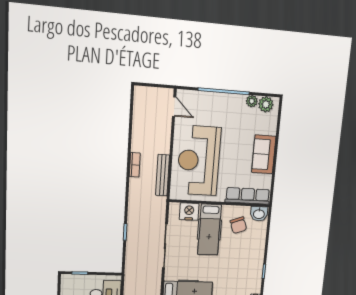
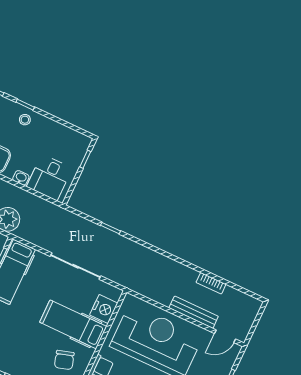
bookcase: (135, 165) -> (211, 283), moved
bench: (163, 175) -> (194, 312), moved
chair: (238, 225) -> (64, 360), turned -87

